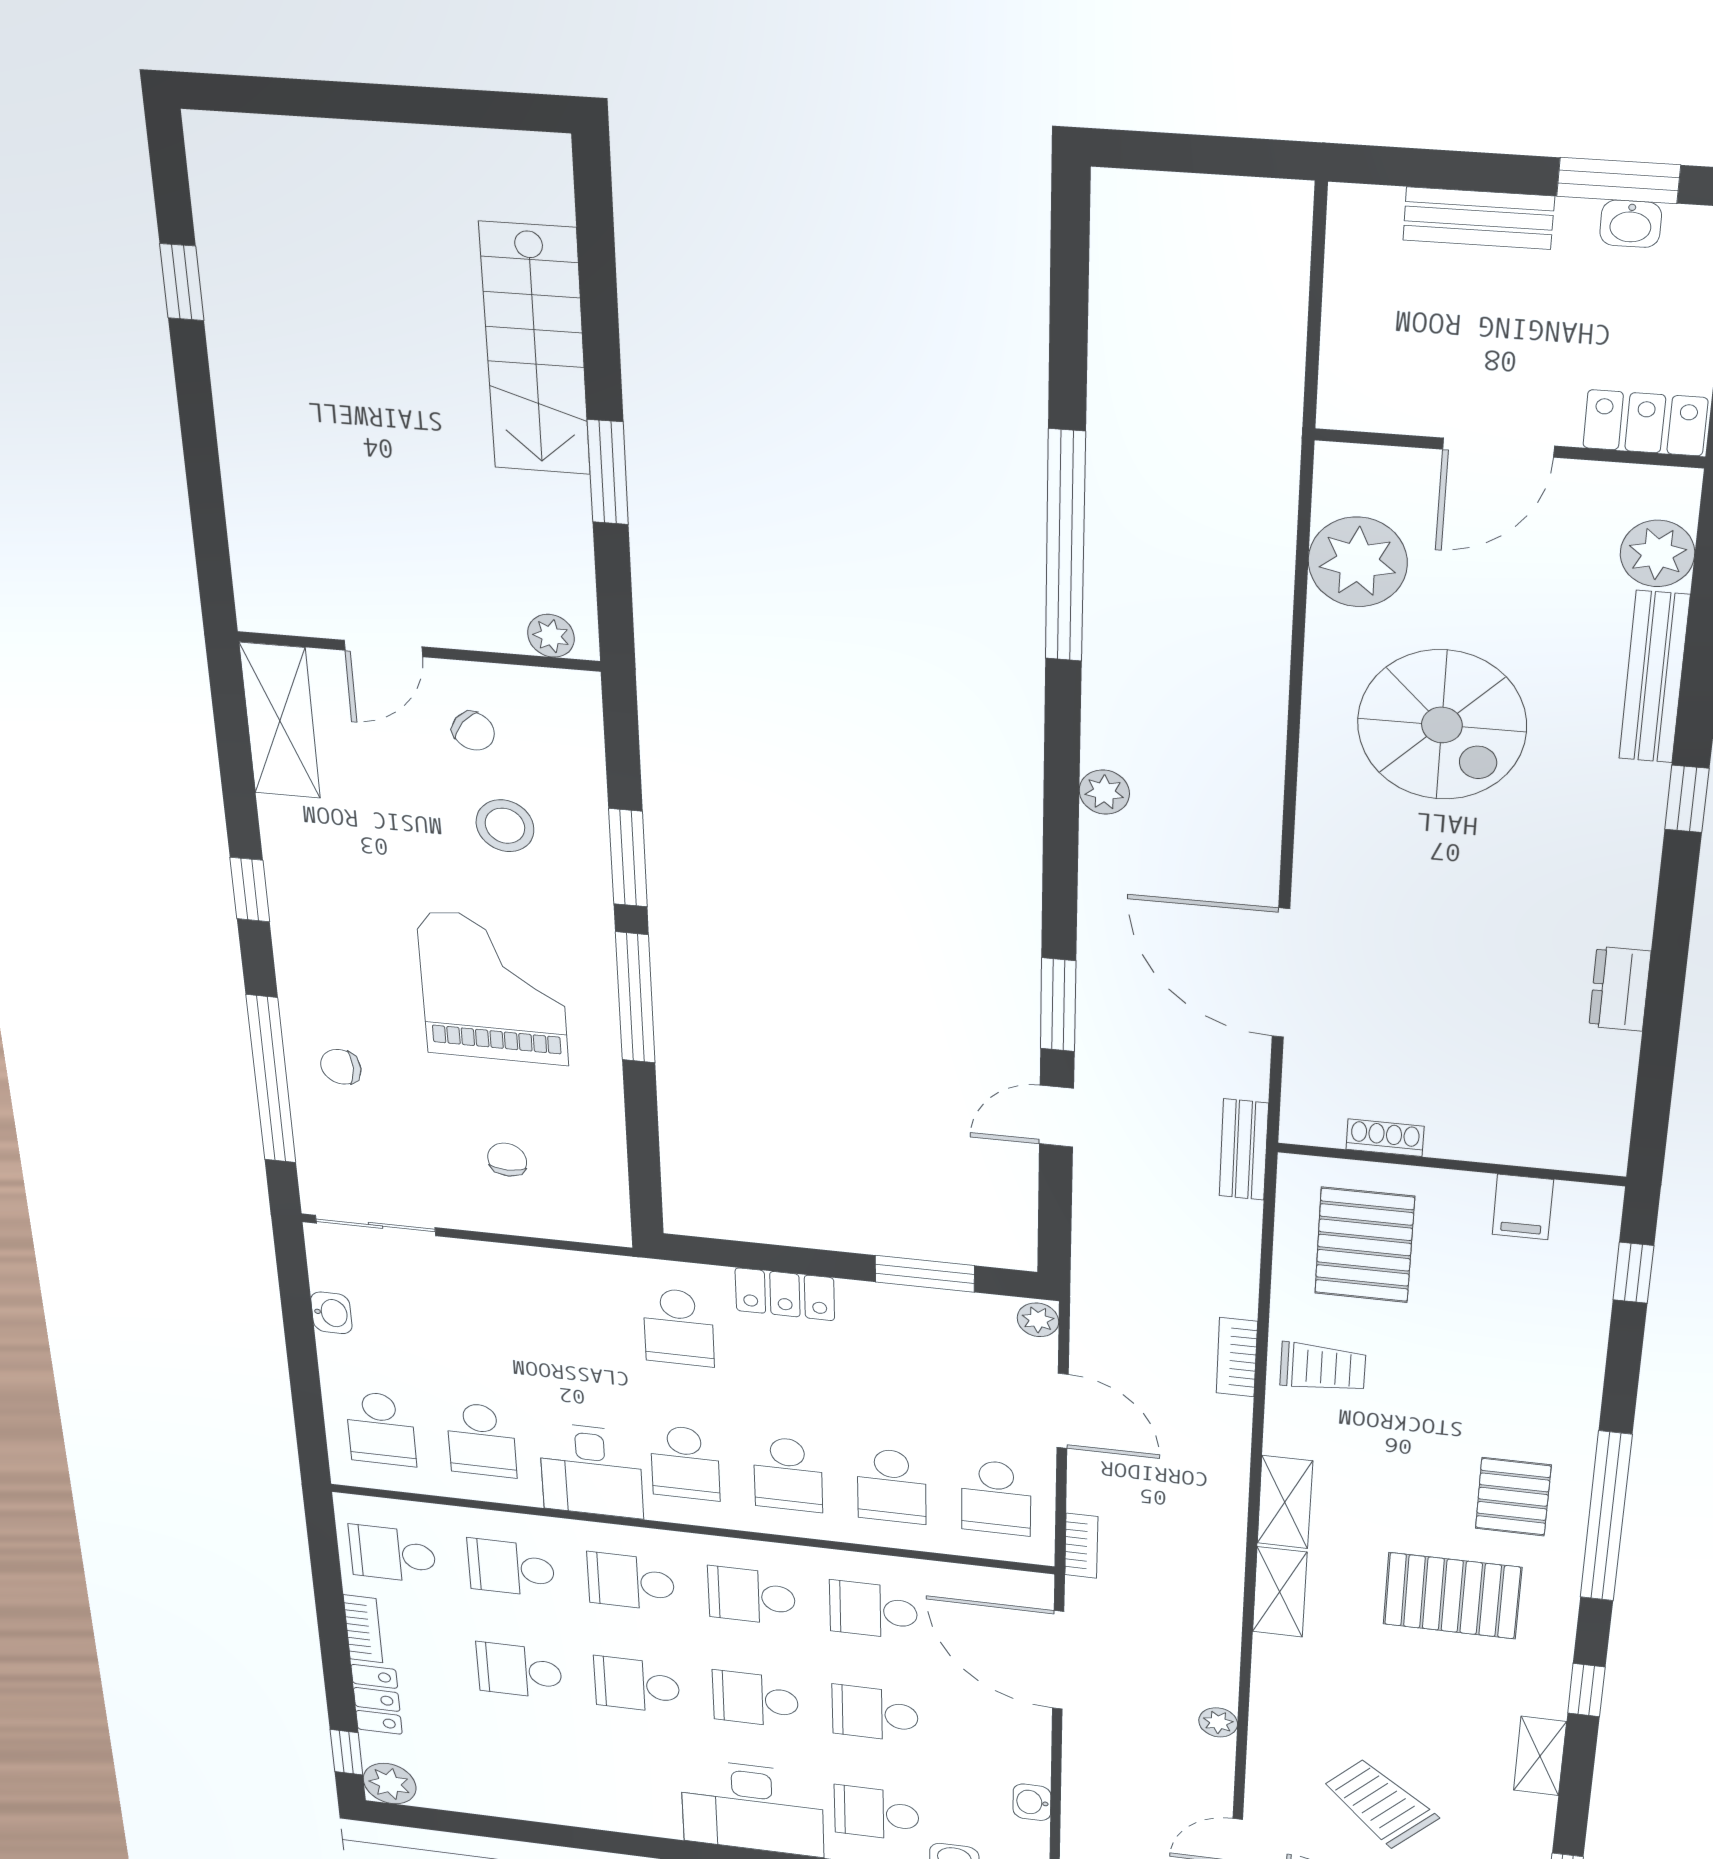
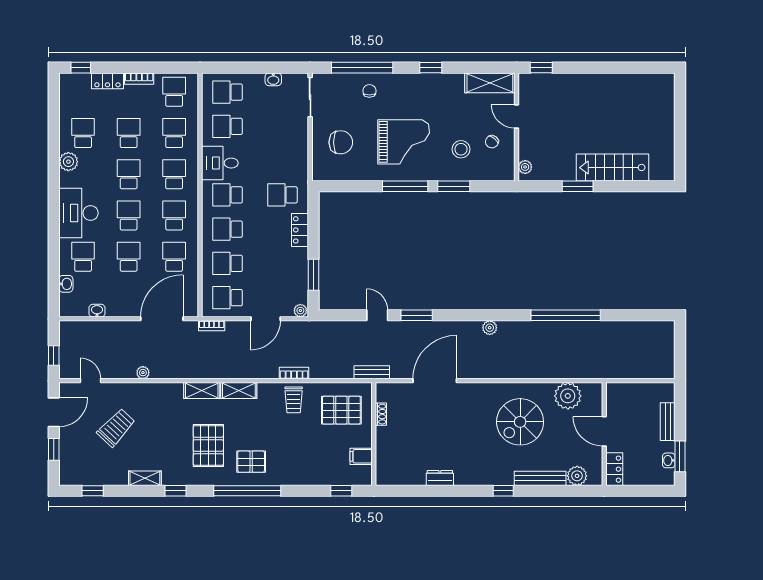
window: (182, 282) -> (541, 68), moved
chair: (507, 1160) -> (341, 142), width x1.87, depth x1.87
school desk: (527, 1770) -> (83, 133), added
plant: (390, 1784) -> (68, 162), moved

